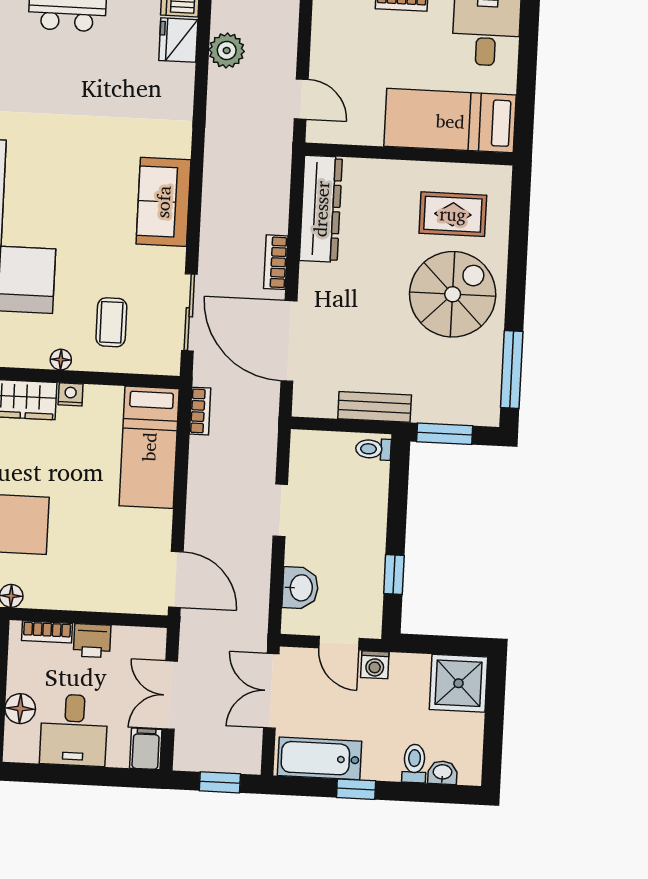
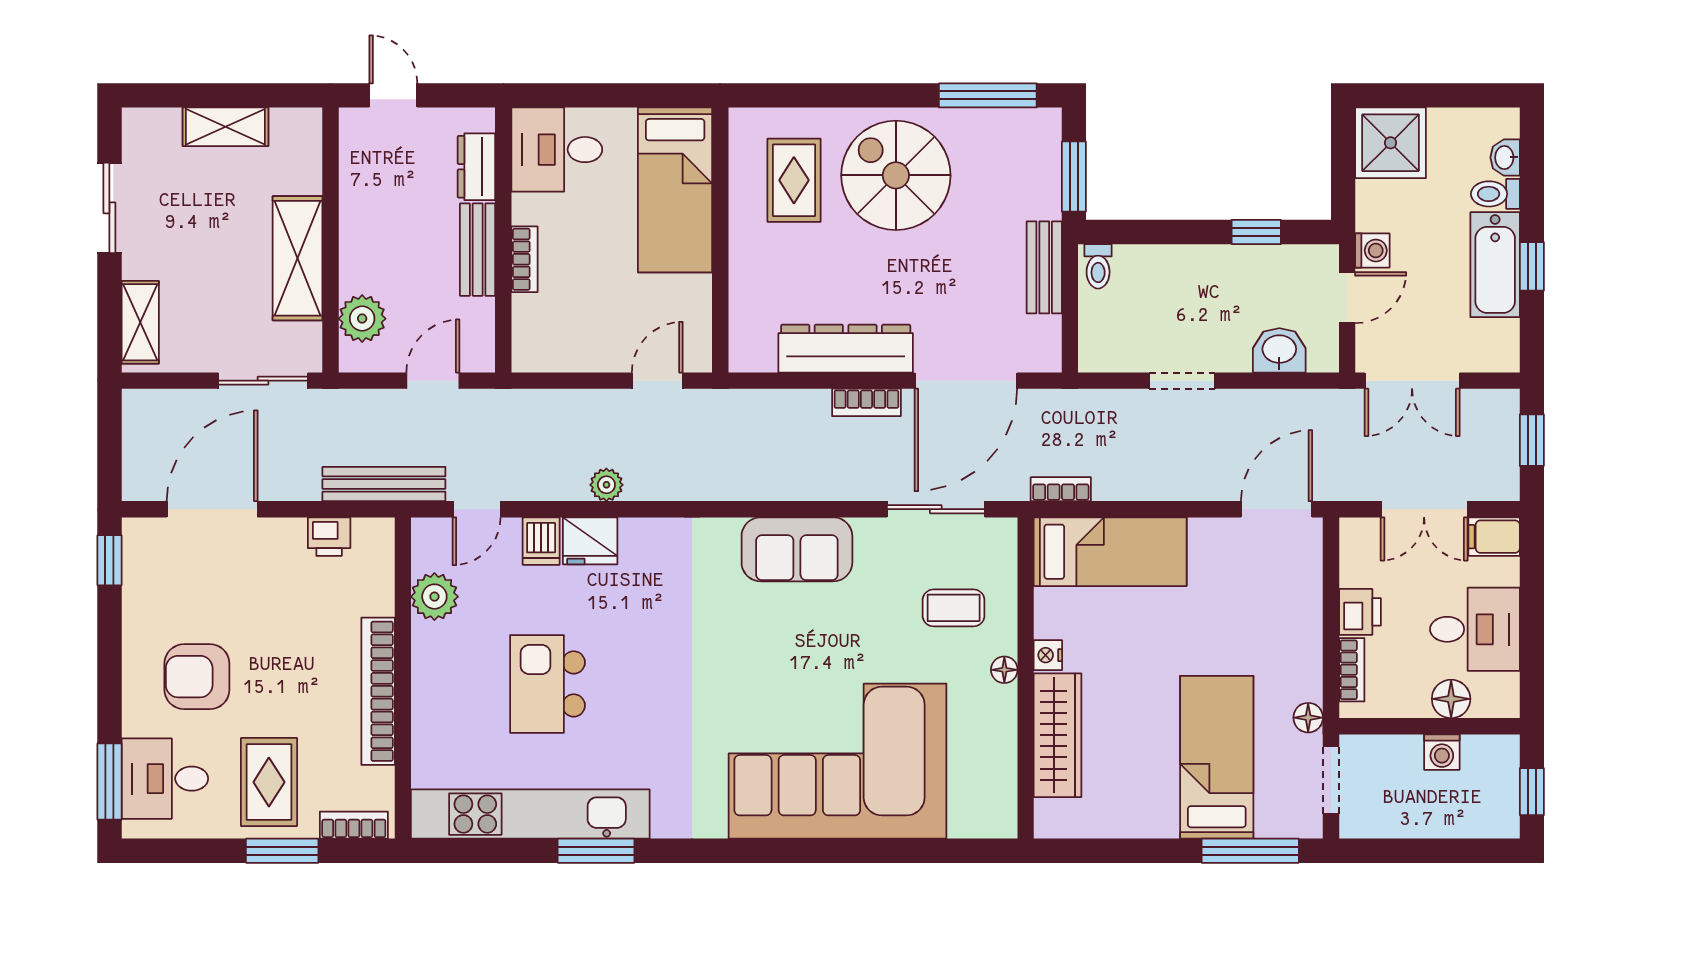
plant: (227, 50) -> (606, 485), width x0.73, depth x0.73
dresser: (321, 209) -> (846, 349), moved
bathtub: (319, 758) -> (1495, 265), moved

